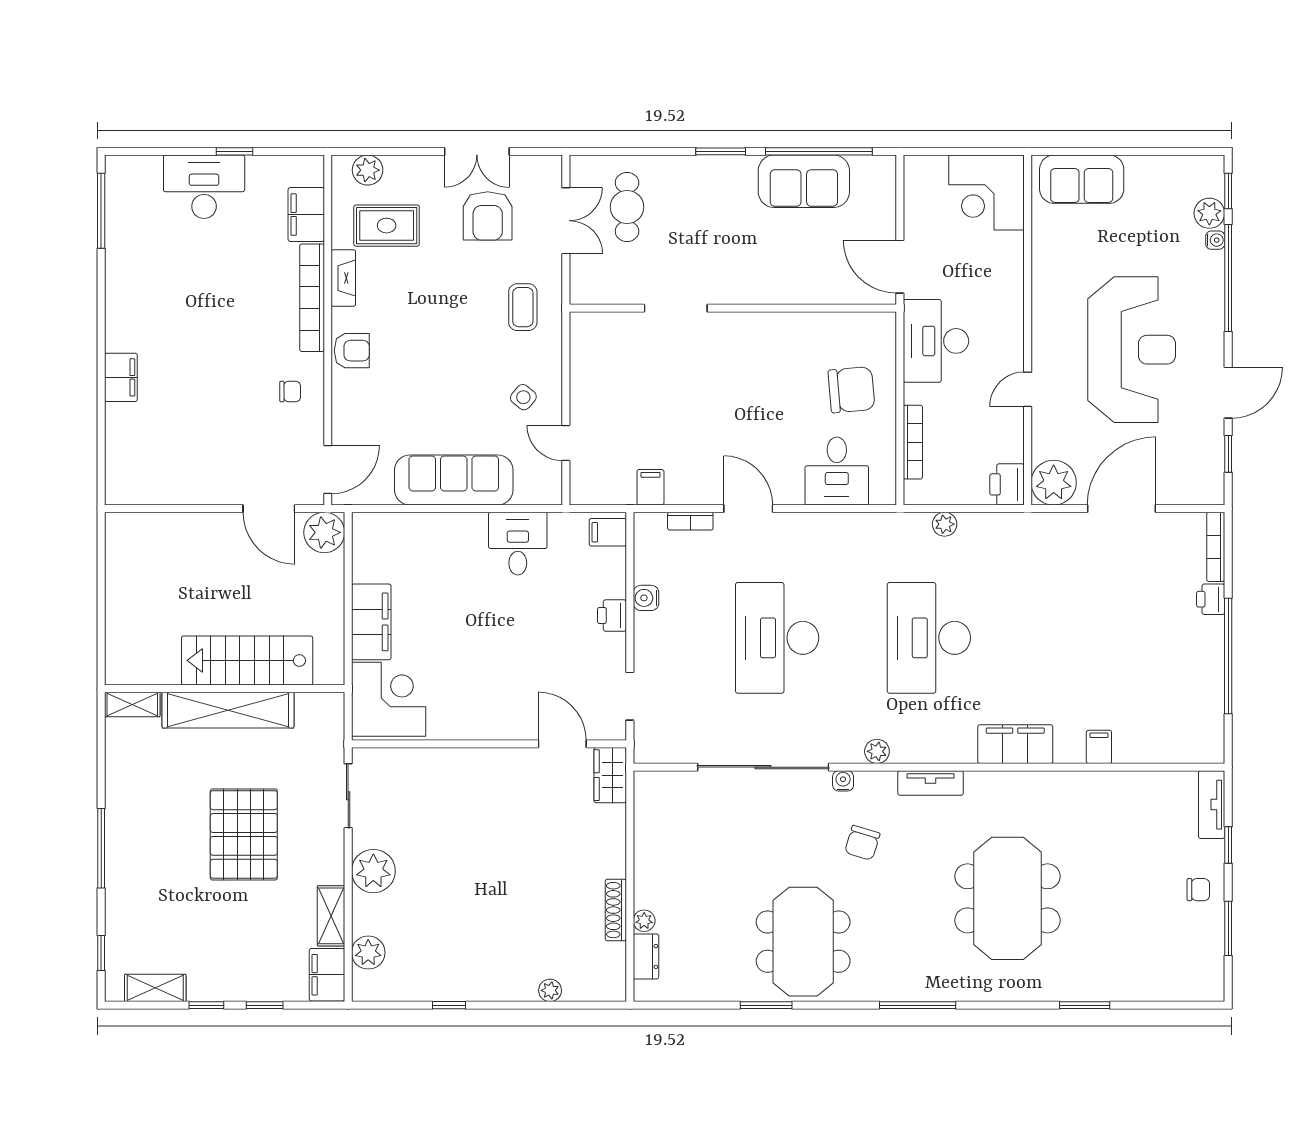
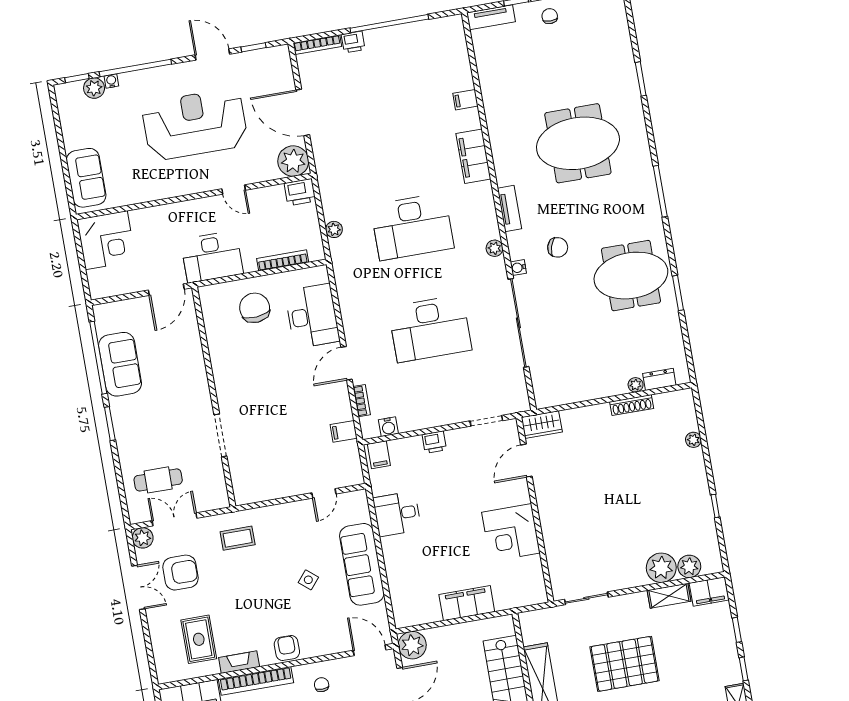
plant: (368, 170) -> (143, 538), moved
side table: (523, 397) -> (308, 580), moved
desk: (837, 471) -> (312, 316), width x1.37
water cooler: (646, 598) -> (388, 427), moved
corner desk: (389, 699) -> (511, 533), moved, turned -90
plant: (373, 871) -> (661, 568), moved

